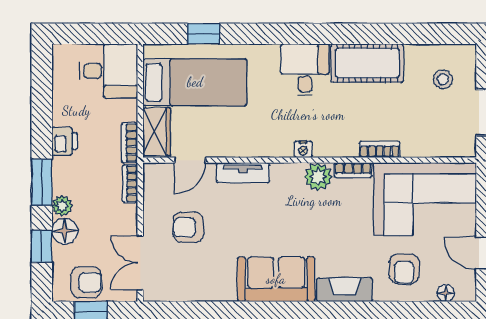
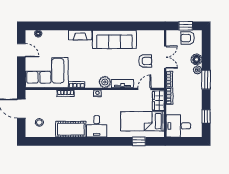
printer: (64, 141) -> (197, 97), removed
plant: (318, 177) -> (105, 82), moved
window: (42, 246) -> (206, 116), moved
double door: (140, 263) -> (165, 57), moved
armchair: (404, 269) -> (55, 44), removed
sofa: (276, 279) -> (114, 39), width x1.36

